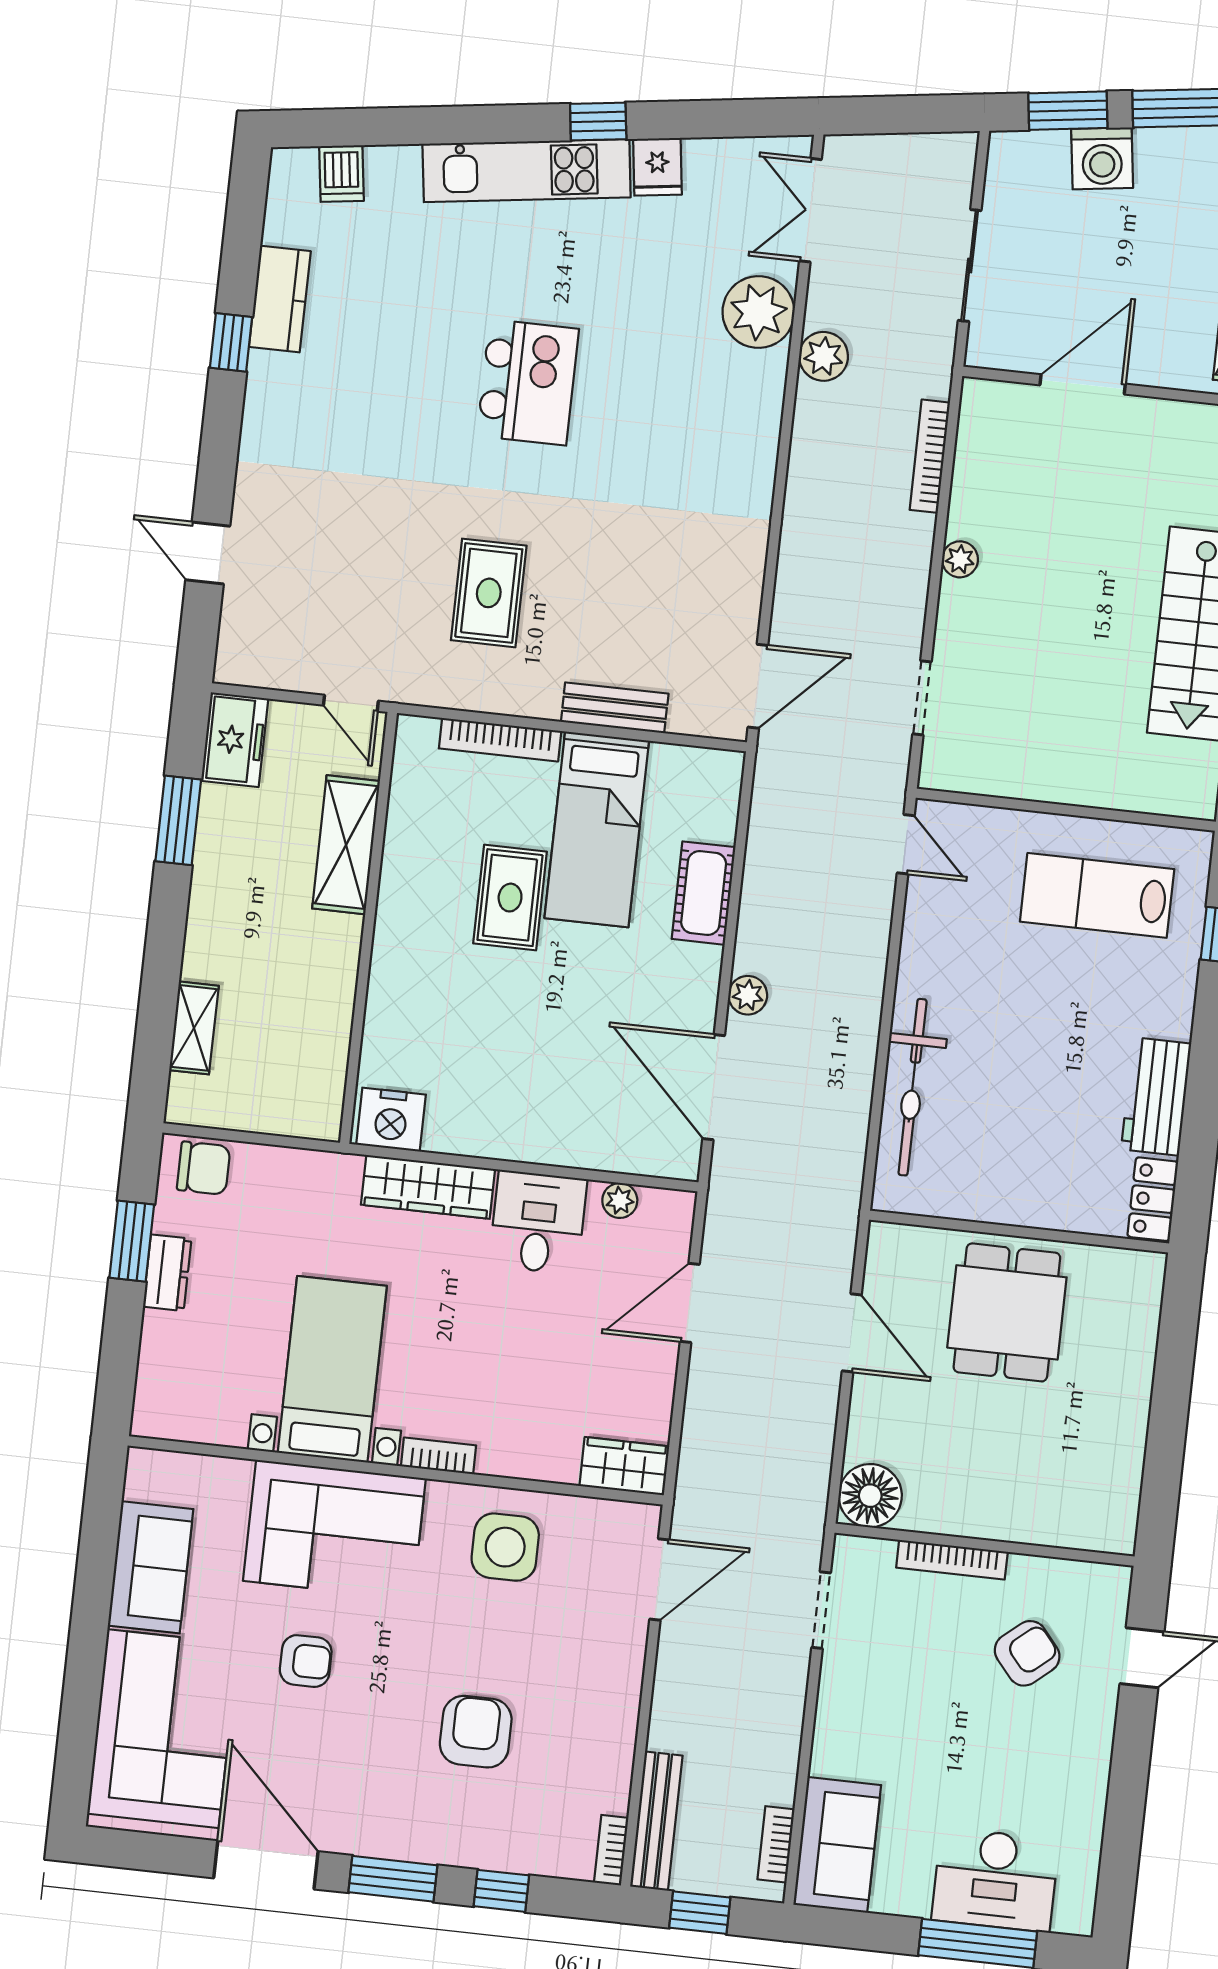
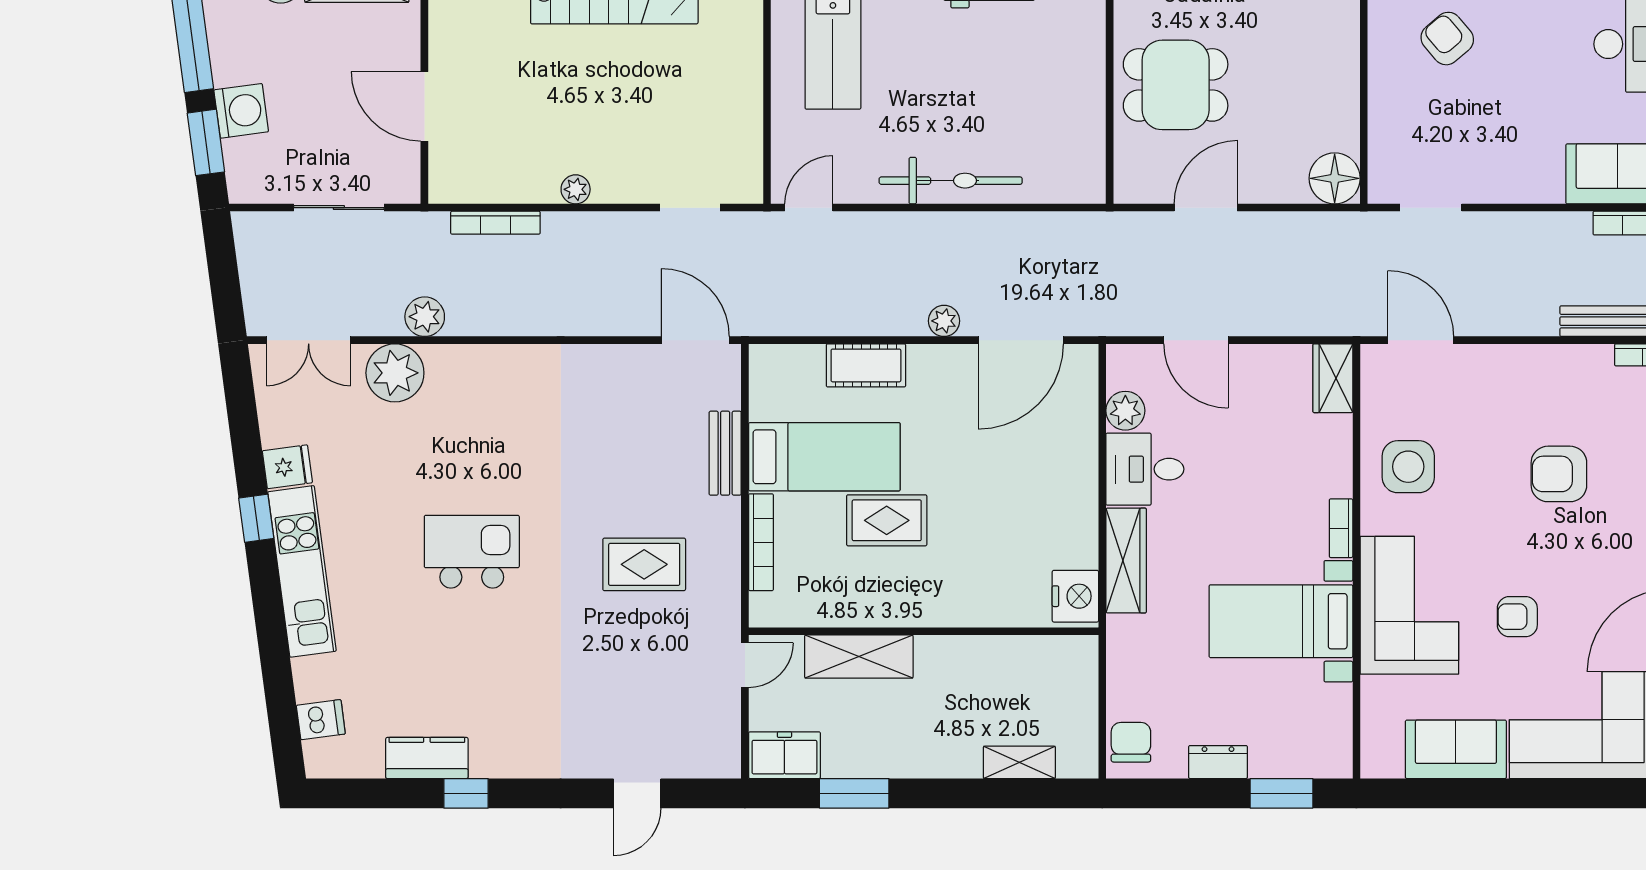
bicycle: (913, 1087) -> (951, 181), moved
plant: (620, 1201) -> (1125, 411), width x1.38, depth x1.38
window: (132, 1241) -> (1281, 793), moved
bookcase: (952, 1560) -> (1379, 107), removed
armchair: (306, 1661) -> (1517, 617), turned -90

